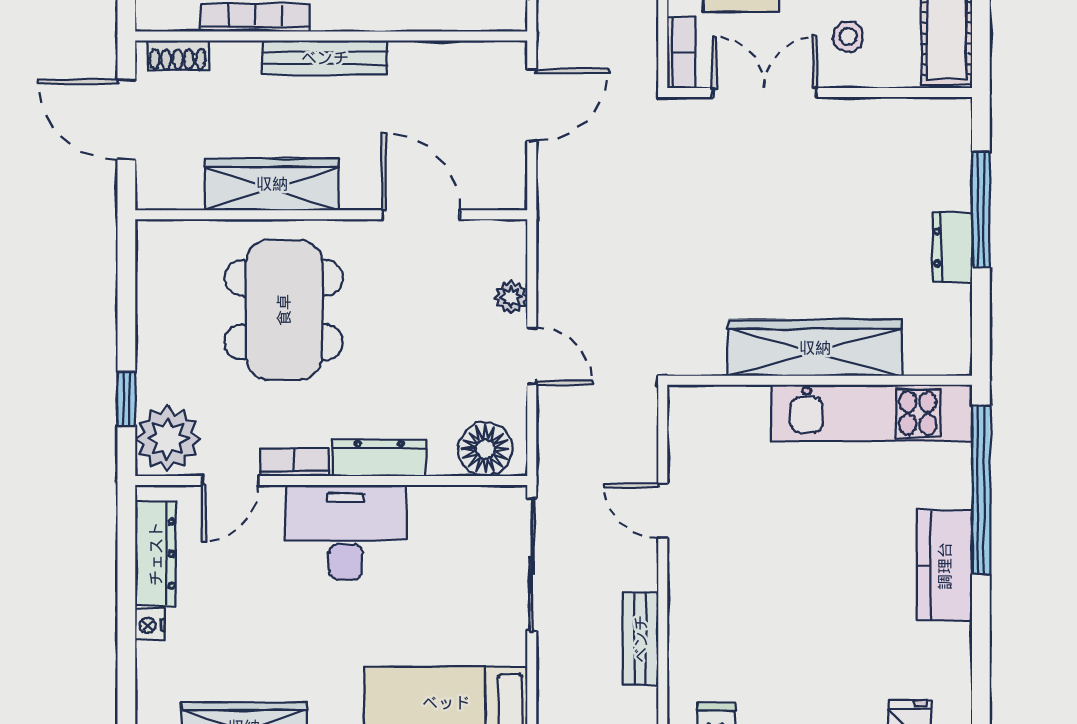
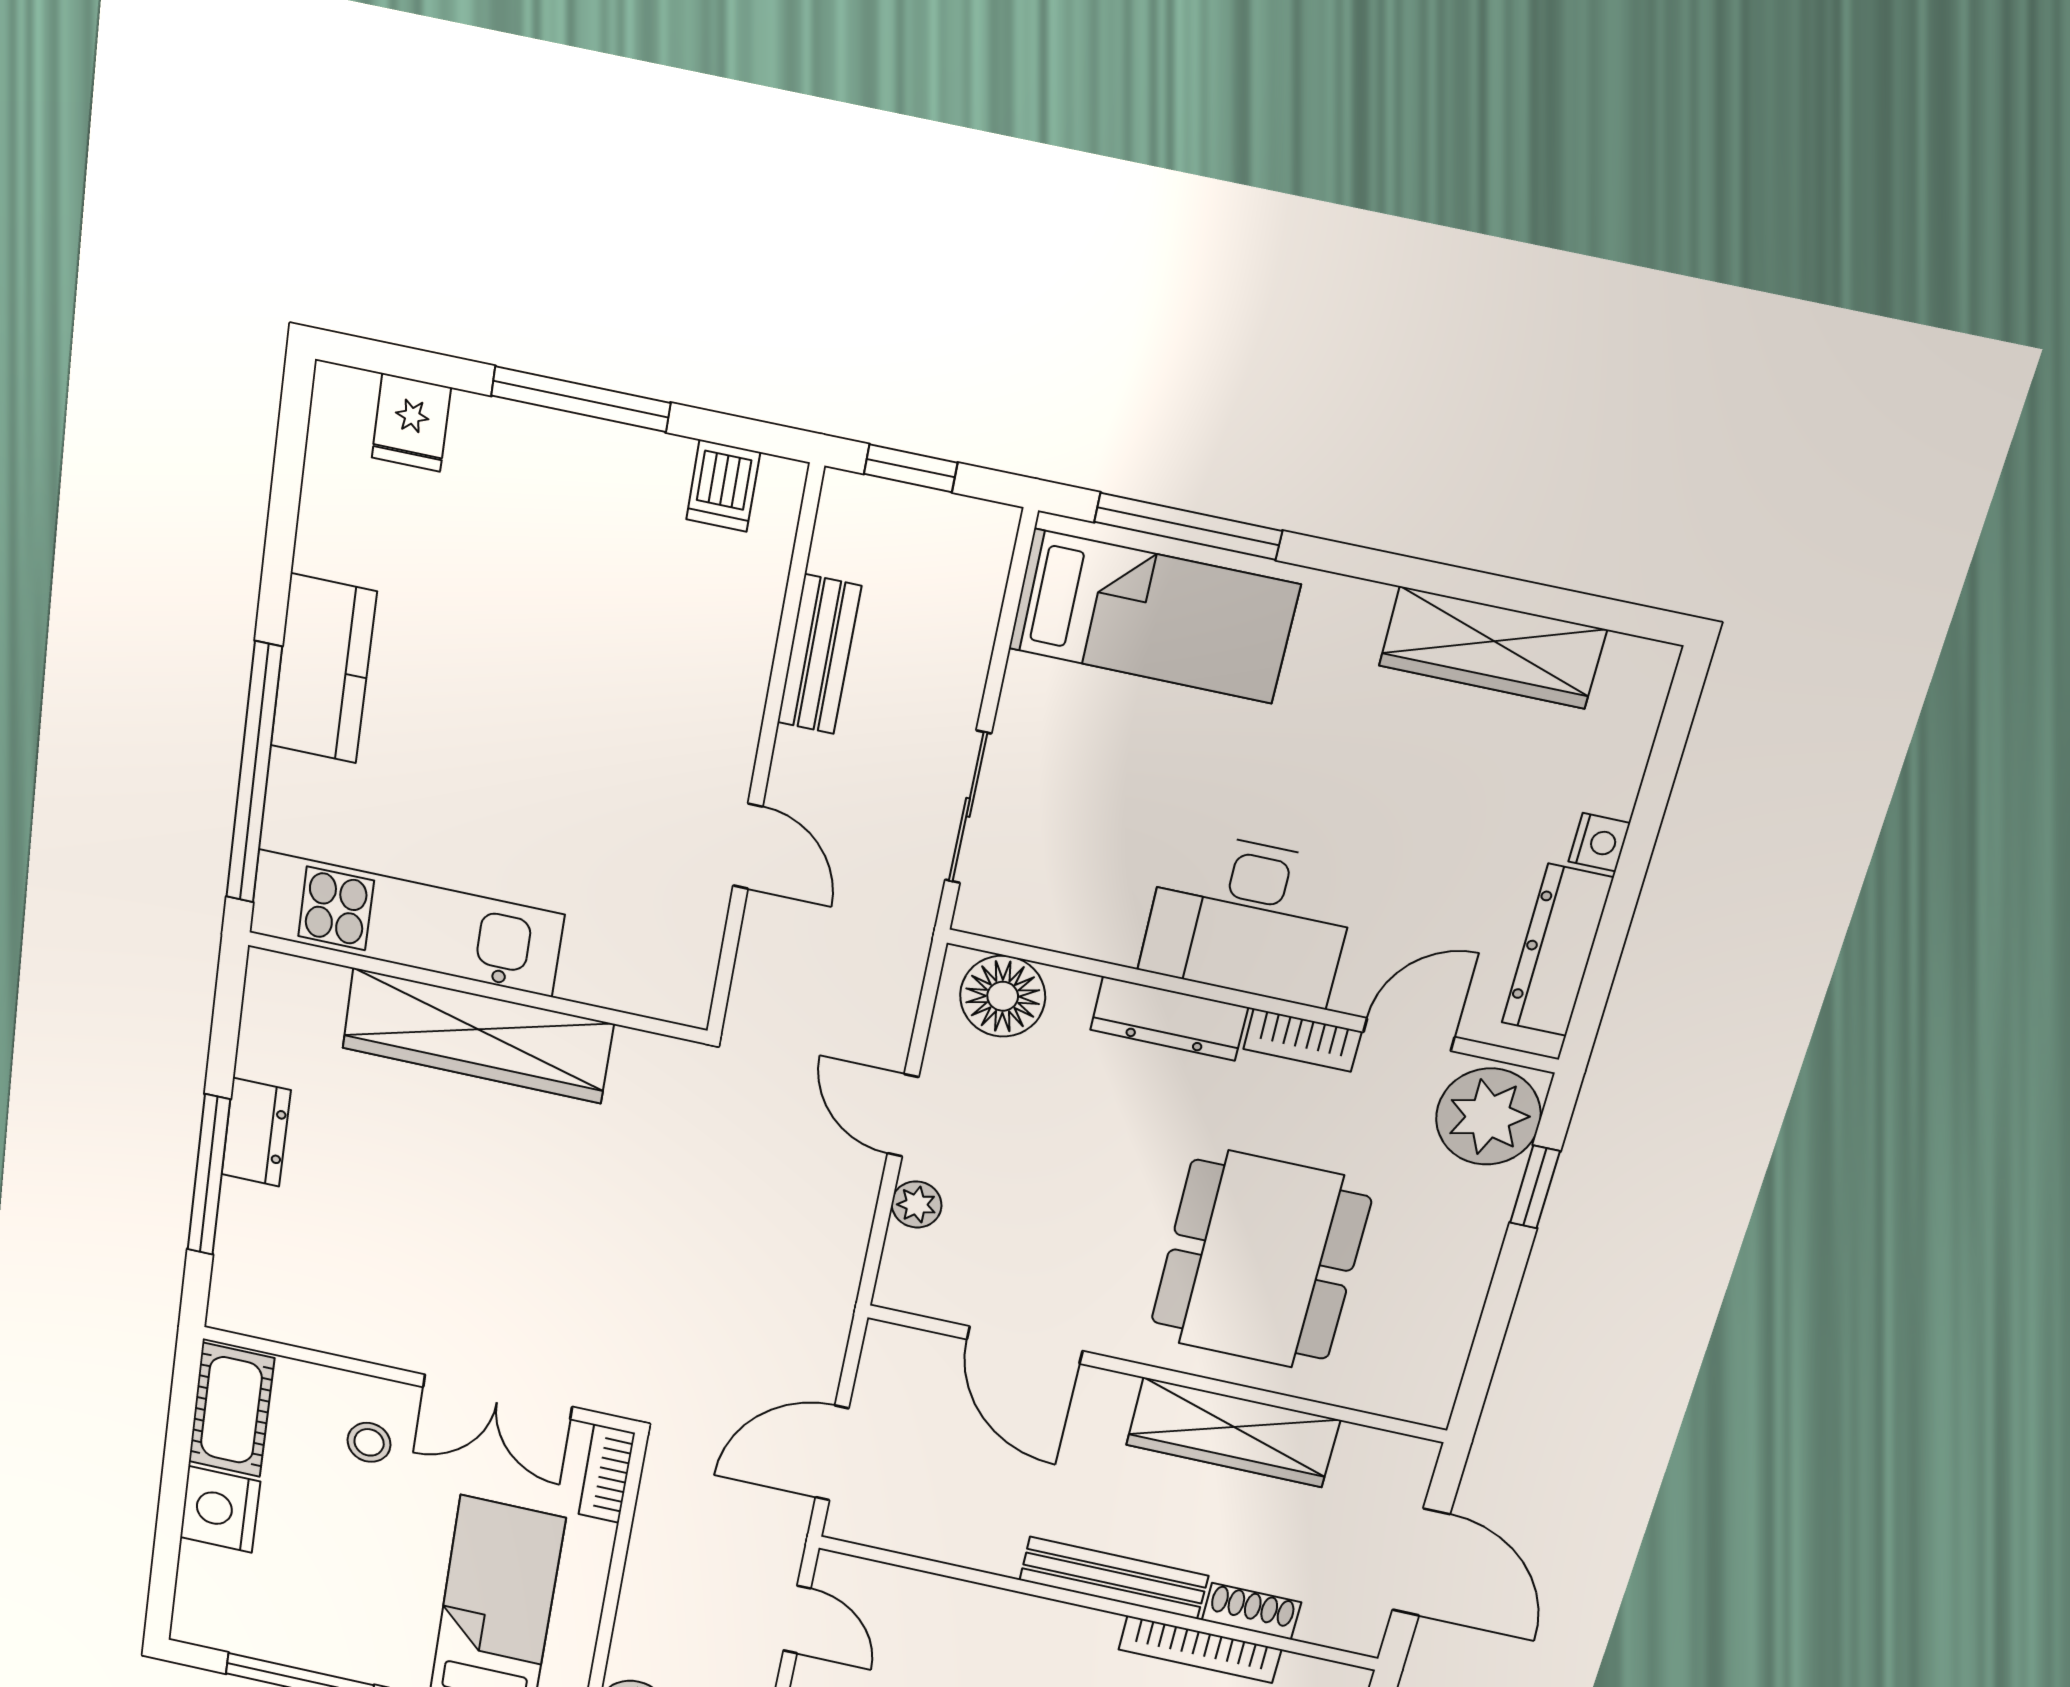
shoe rack: (178, 55) -> (1251, 1611), moved
sliding door: (532, 565) -> (968, 807), width x0.73

